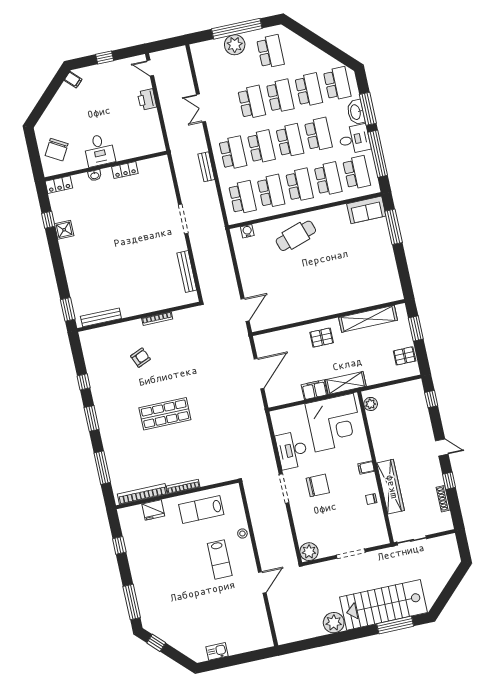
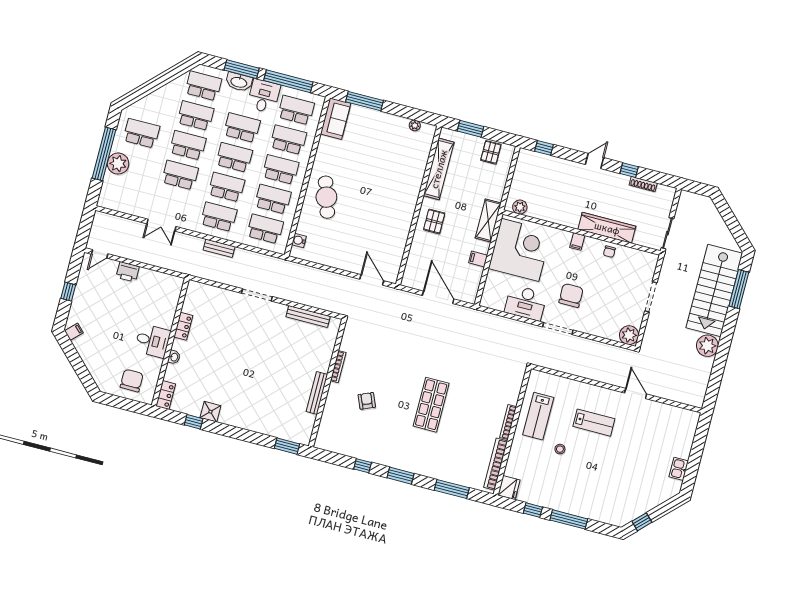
chair: (57, 150) -> (132, 381), turned -120
plant: (395, 280) -> (415, 125), added
bench: (101, 317) -> (317, 393), moved
filing cabinet: (314, 390) -> (478, 259), width x0.50
fridge: (153, 510) -> (509, 488), moved
stool: (242, 534) -> (560, 449), moved
window: (132, 602) -> (569, 519), moved

